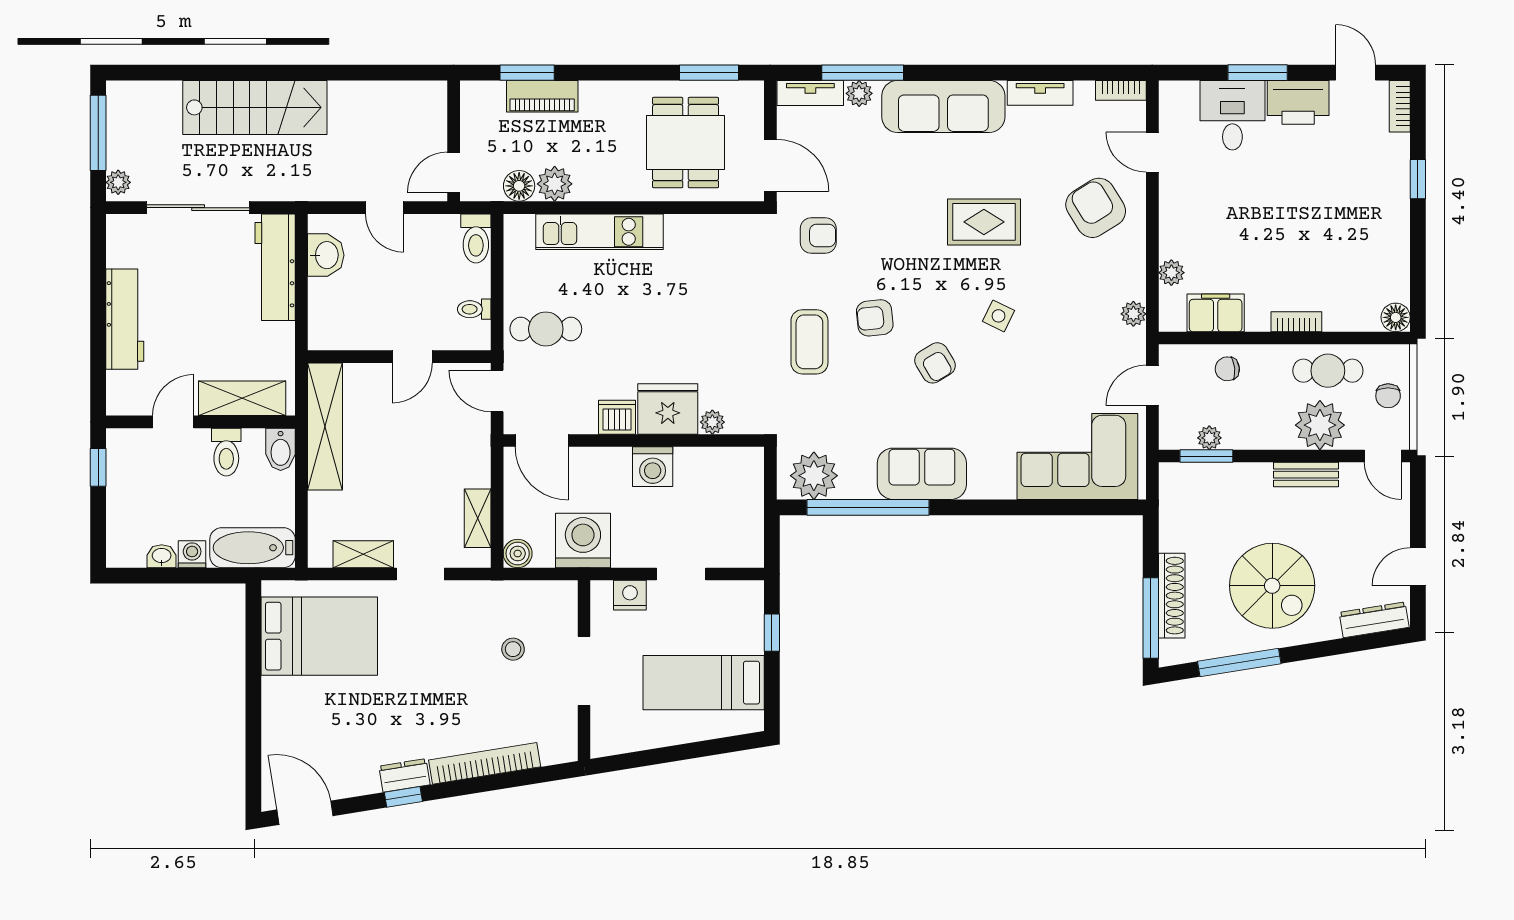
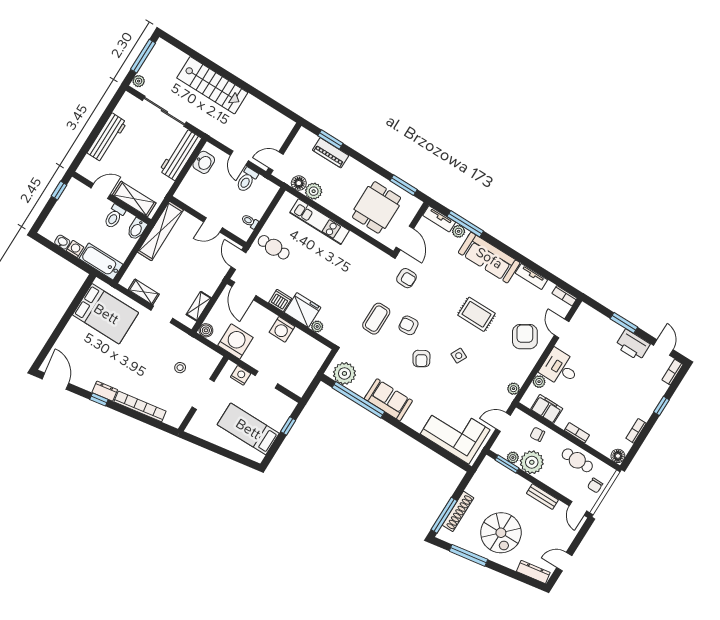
desk: (1232, 115) -> (560, 368), moved, turned -90
toilet: (476, 238) -> (247, 180), moved
bookcase: (1400, 252) -> (636, 431), added
plant: (1320, 425) -> (532, 462), moved

